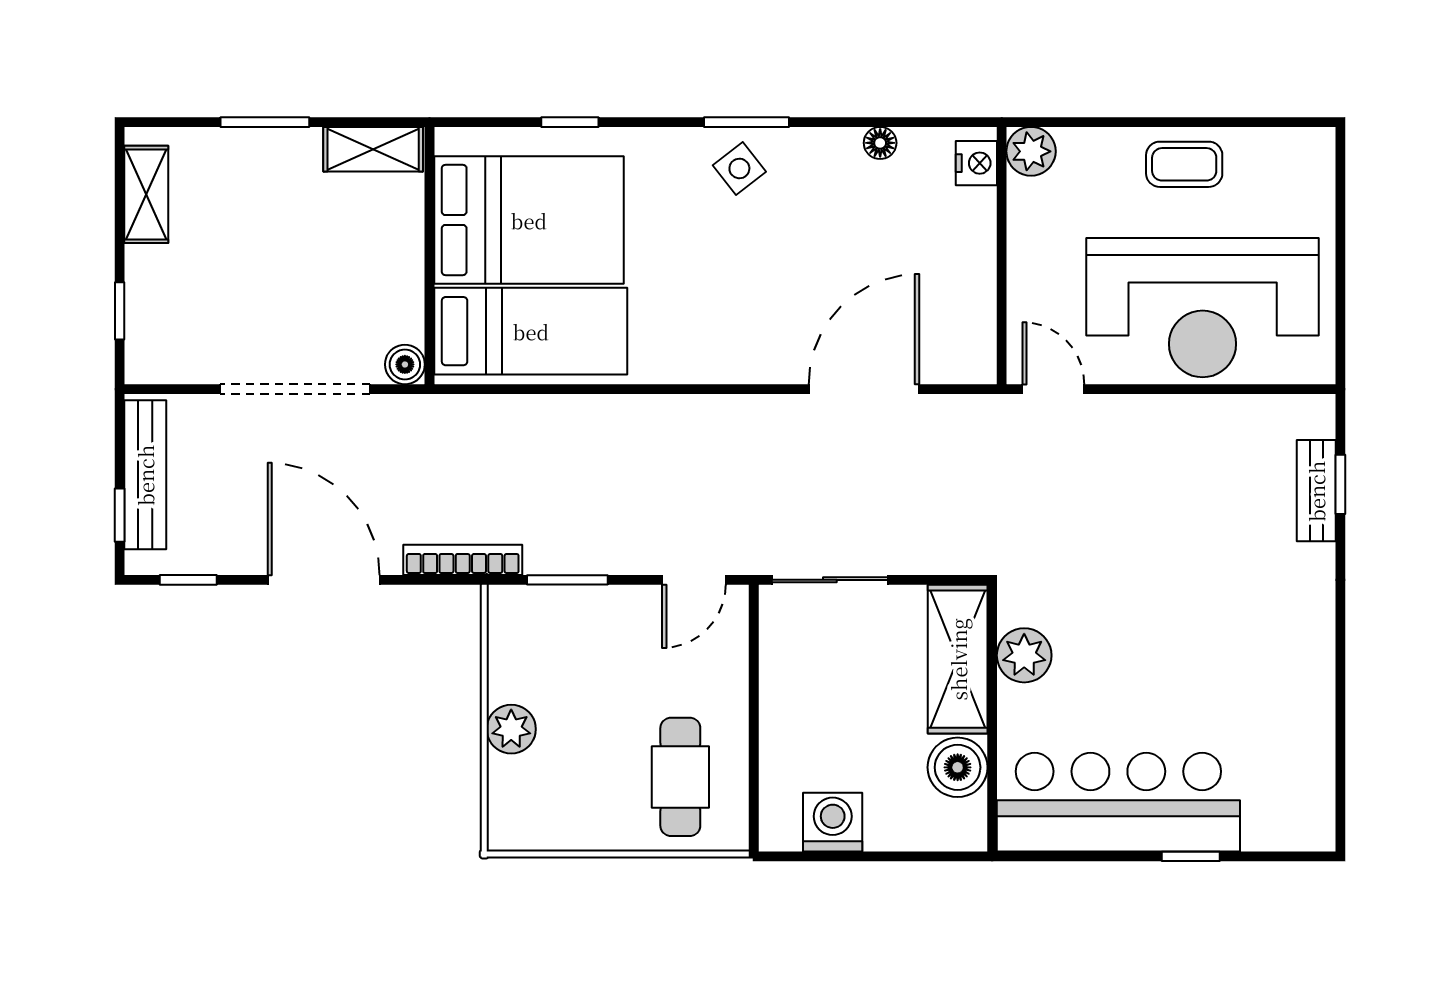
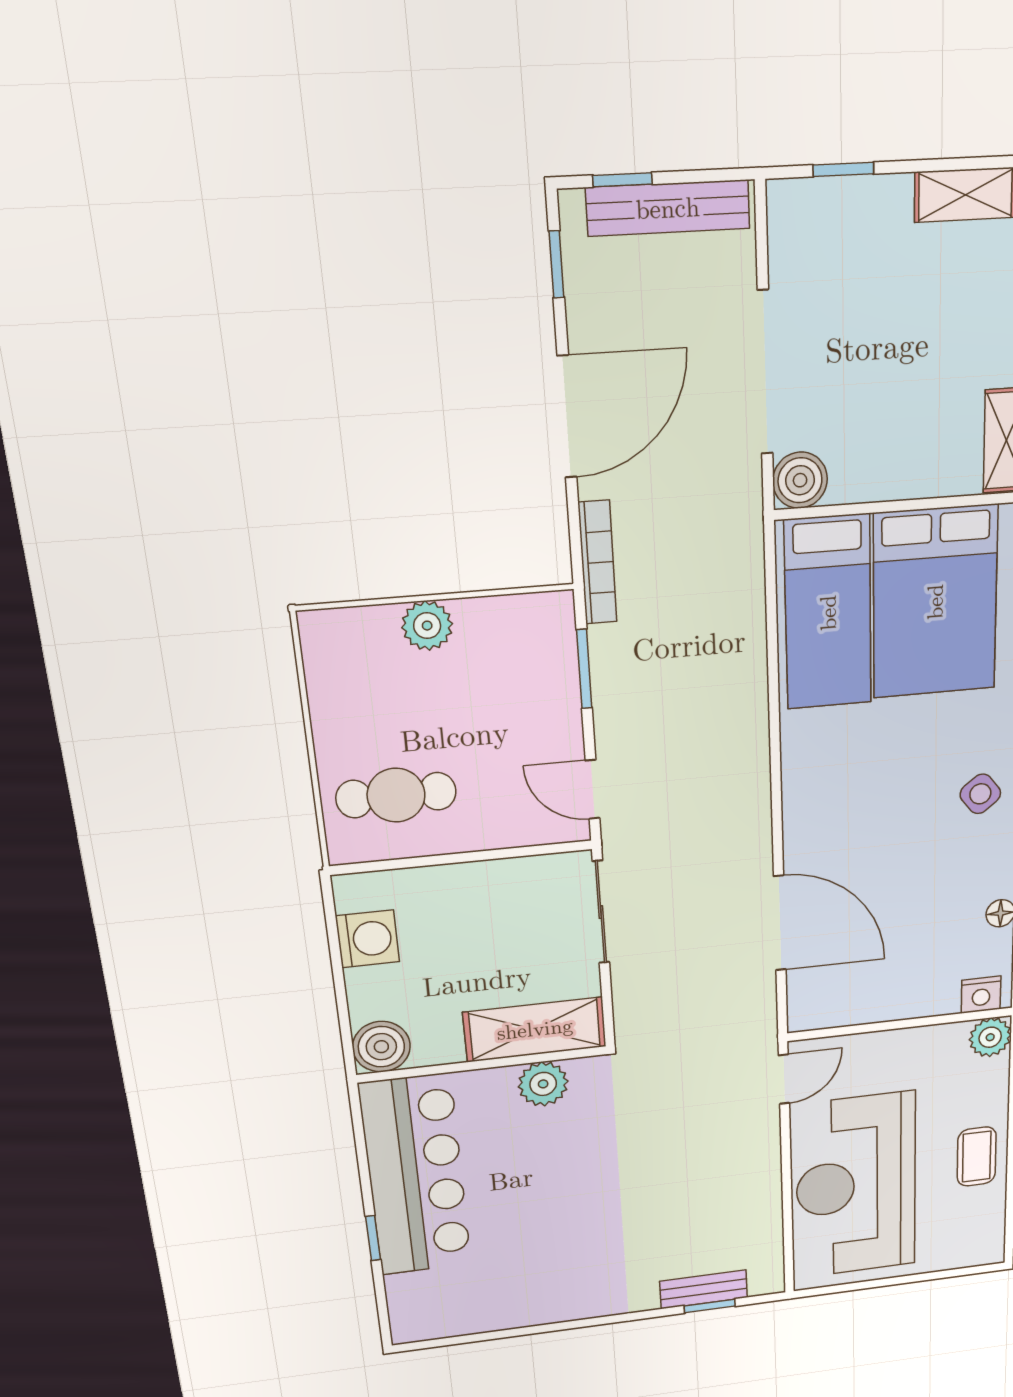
boiler: (405, 364) -> (800, 480), width x1.36, depth x1.36
boiler: (958, 767) -> (381, 1047), moved

